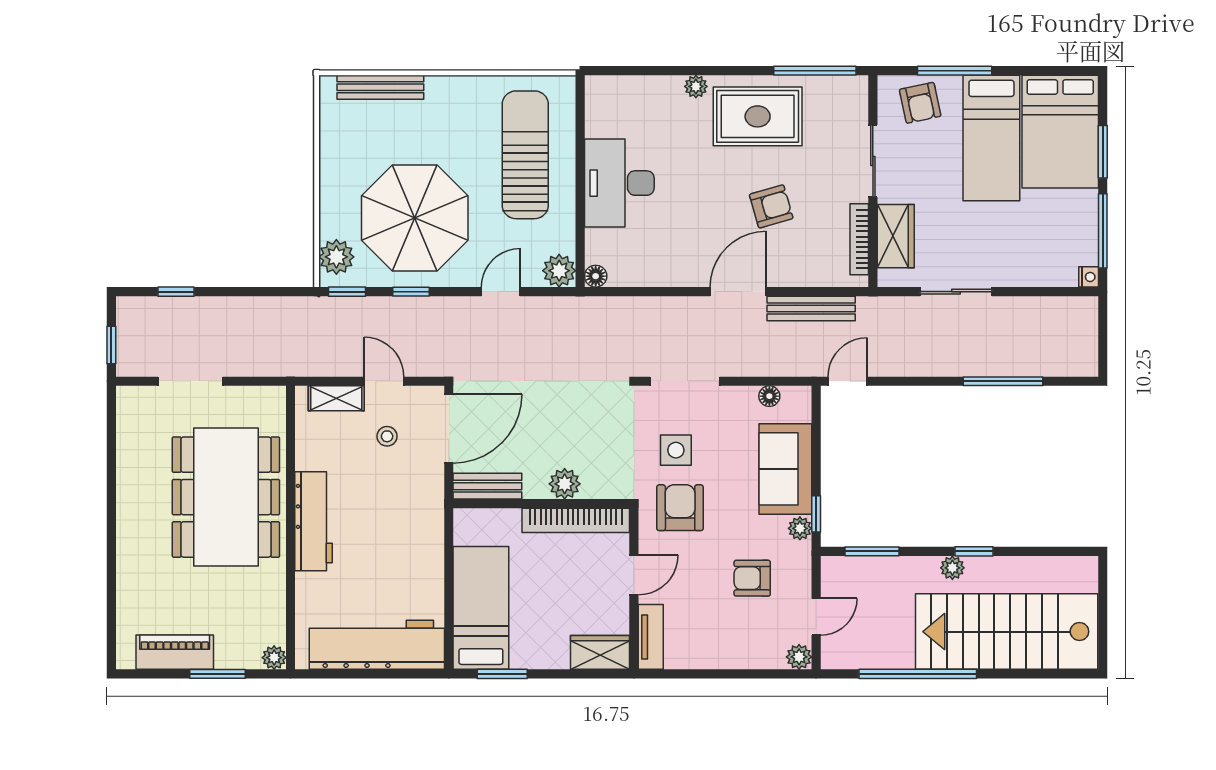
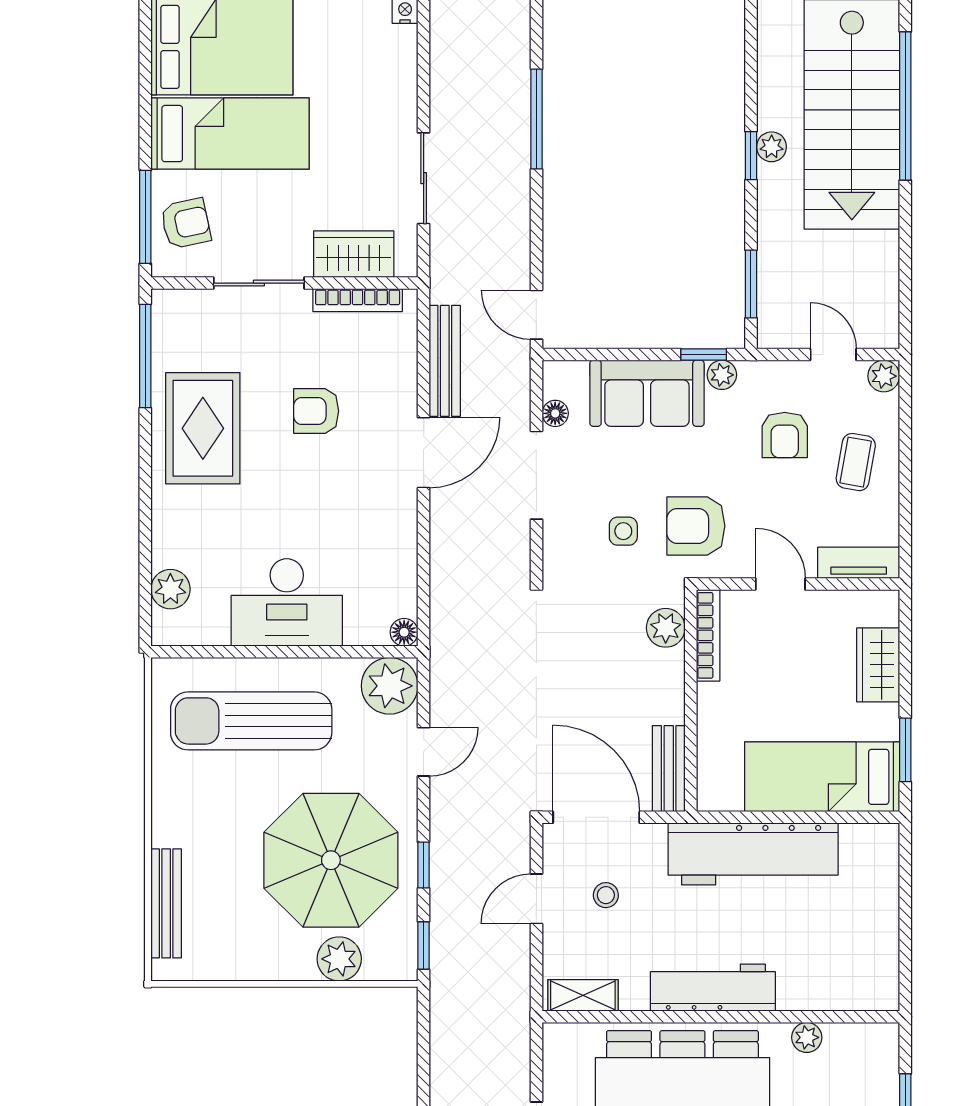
window: (955, 71) -> (145, 217), moved
plant: (696, 86) -> (170, 589), moved, width x1.38, depth x1.38
armchair: (771, 206) -> (316, 411), turned -74
plant: (336, 257) -> (339, 959), moved
plant: (559, 271) -> (390, 686), width x1.36, depth x1.36
door: (501, 292) -> (424, 752), swing flipped
door: (738, 292) -> (424, 453), swing flipped
doorway: (685, 381) -> (536, 475), moved
shelving: (336, 398) -> (583, 995), moved, turned 90
side table: (676, 450) -> (623, 531), width x0.73, depth x0.73
plant: (565, 484) -> (666, 628), moved
bookcase: (576, 520) -> (708, 635), width x0.68, depth x0.76
plant: (952, 568) -> (772, 147), moved
coffee table: (731, 635) -> (856, 462), added
workbench: (377, 645) -> (753, 854), moved, turned -90
wardrobe: (600, 652) -> (878, 665), moved
plant: (274, 658) -> (807, 1037), moved
window: (918, 674) -> (905, 106), moved

